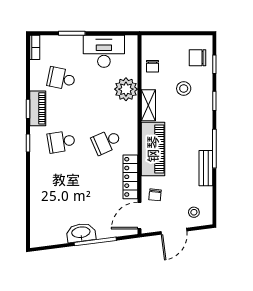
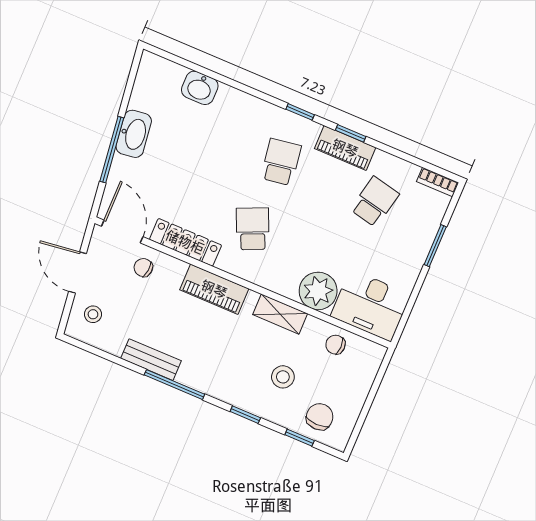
desk: (104, 51) -> (371, 305), moved, turned 90
piano: (153, 149) -> (214, 289), width x0.73, depth x0.75
washbasin: (39, 206) -> (200, 88), added

